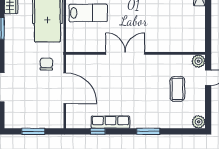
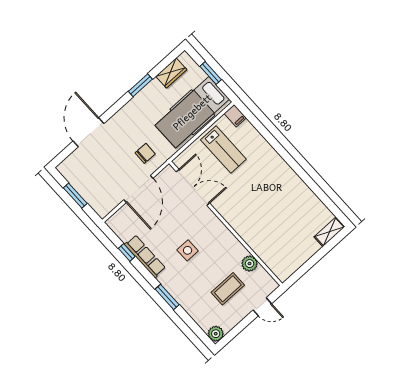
double door: (125, 53) -> (193, 187), moved
plant: (198, 61) -> (250, 264), moved
side table: (131, 92) -> (188, 250), added

